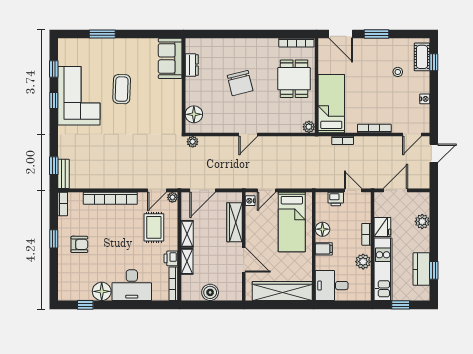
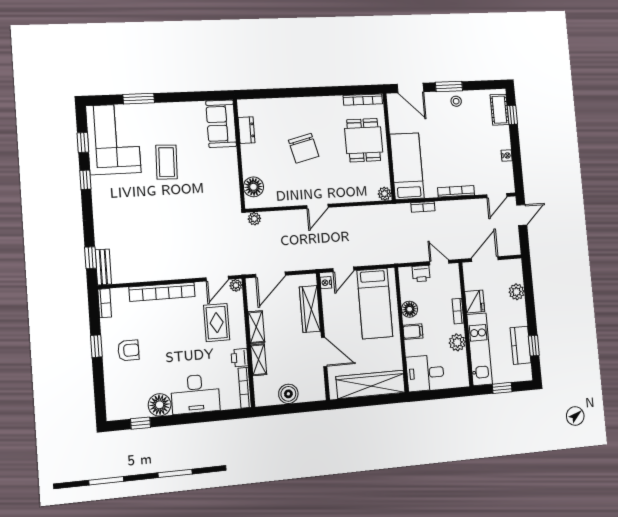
stool: (398, 72) -> (456, 101), moved
corner sofa: (79, 96) -> (113, 139), moved

